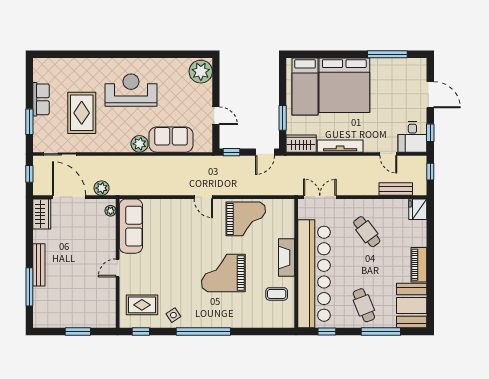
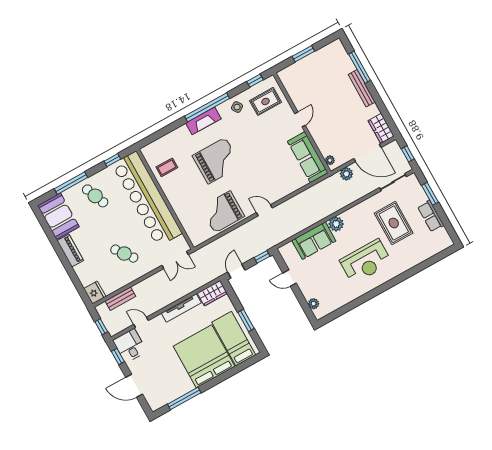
plant: (201, 72) -> (314, 304), width x0.53, depth x0.53
window: (283, 118) -> (246, 320), moved
fireplace: (287, 258) -> (203, 121), moved, turned 90

